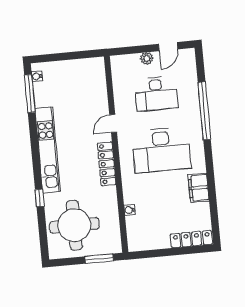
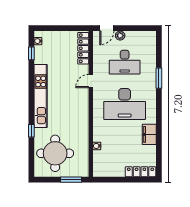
door: (168, 47) -> (107, 28), moved
window: (30, 94) -> (31, 53), width x0.46
window: (204, 111) -> (159, 78), width x0.47
locker: (107, 164) -> (83, 48), moved

